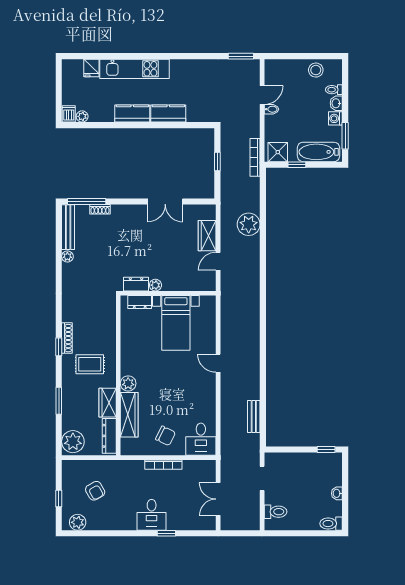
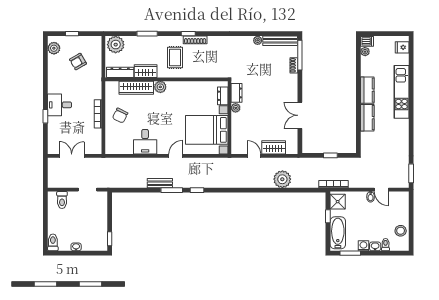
fridge: (91, 68) -> (402, 47), moved
bed with nightstands: (176, 323) -> (207, 130), width x1.36
window: (263, 335) -> (197, 190), added
window: (263, 368) -> (172, 190), added
bench: (254, 417) -> (160, 183), moved
desk: (201, 439) -> (145, 142), moved, turned -90

